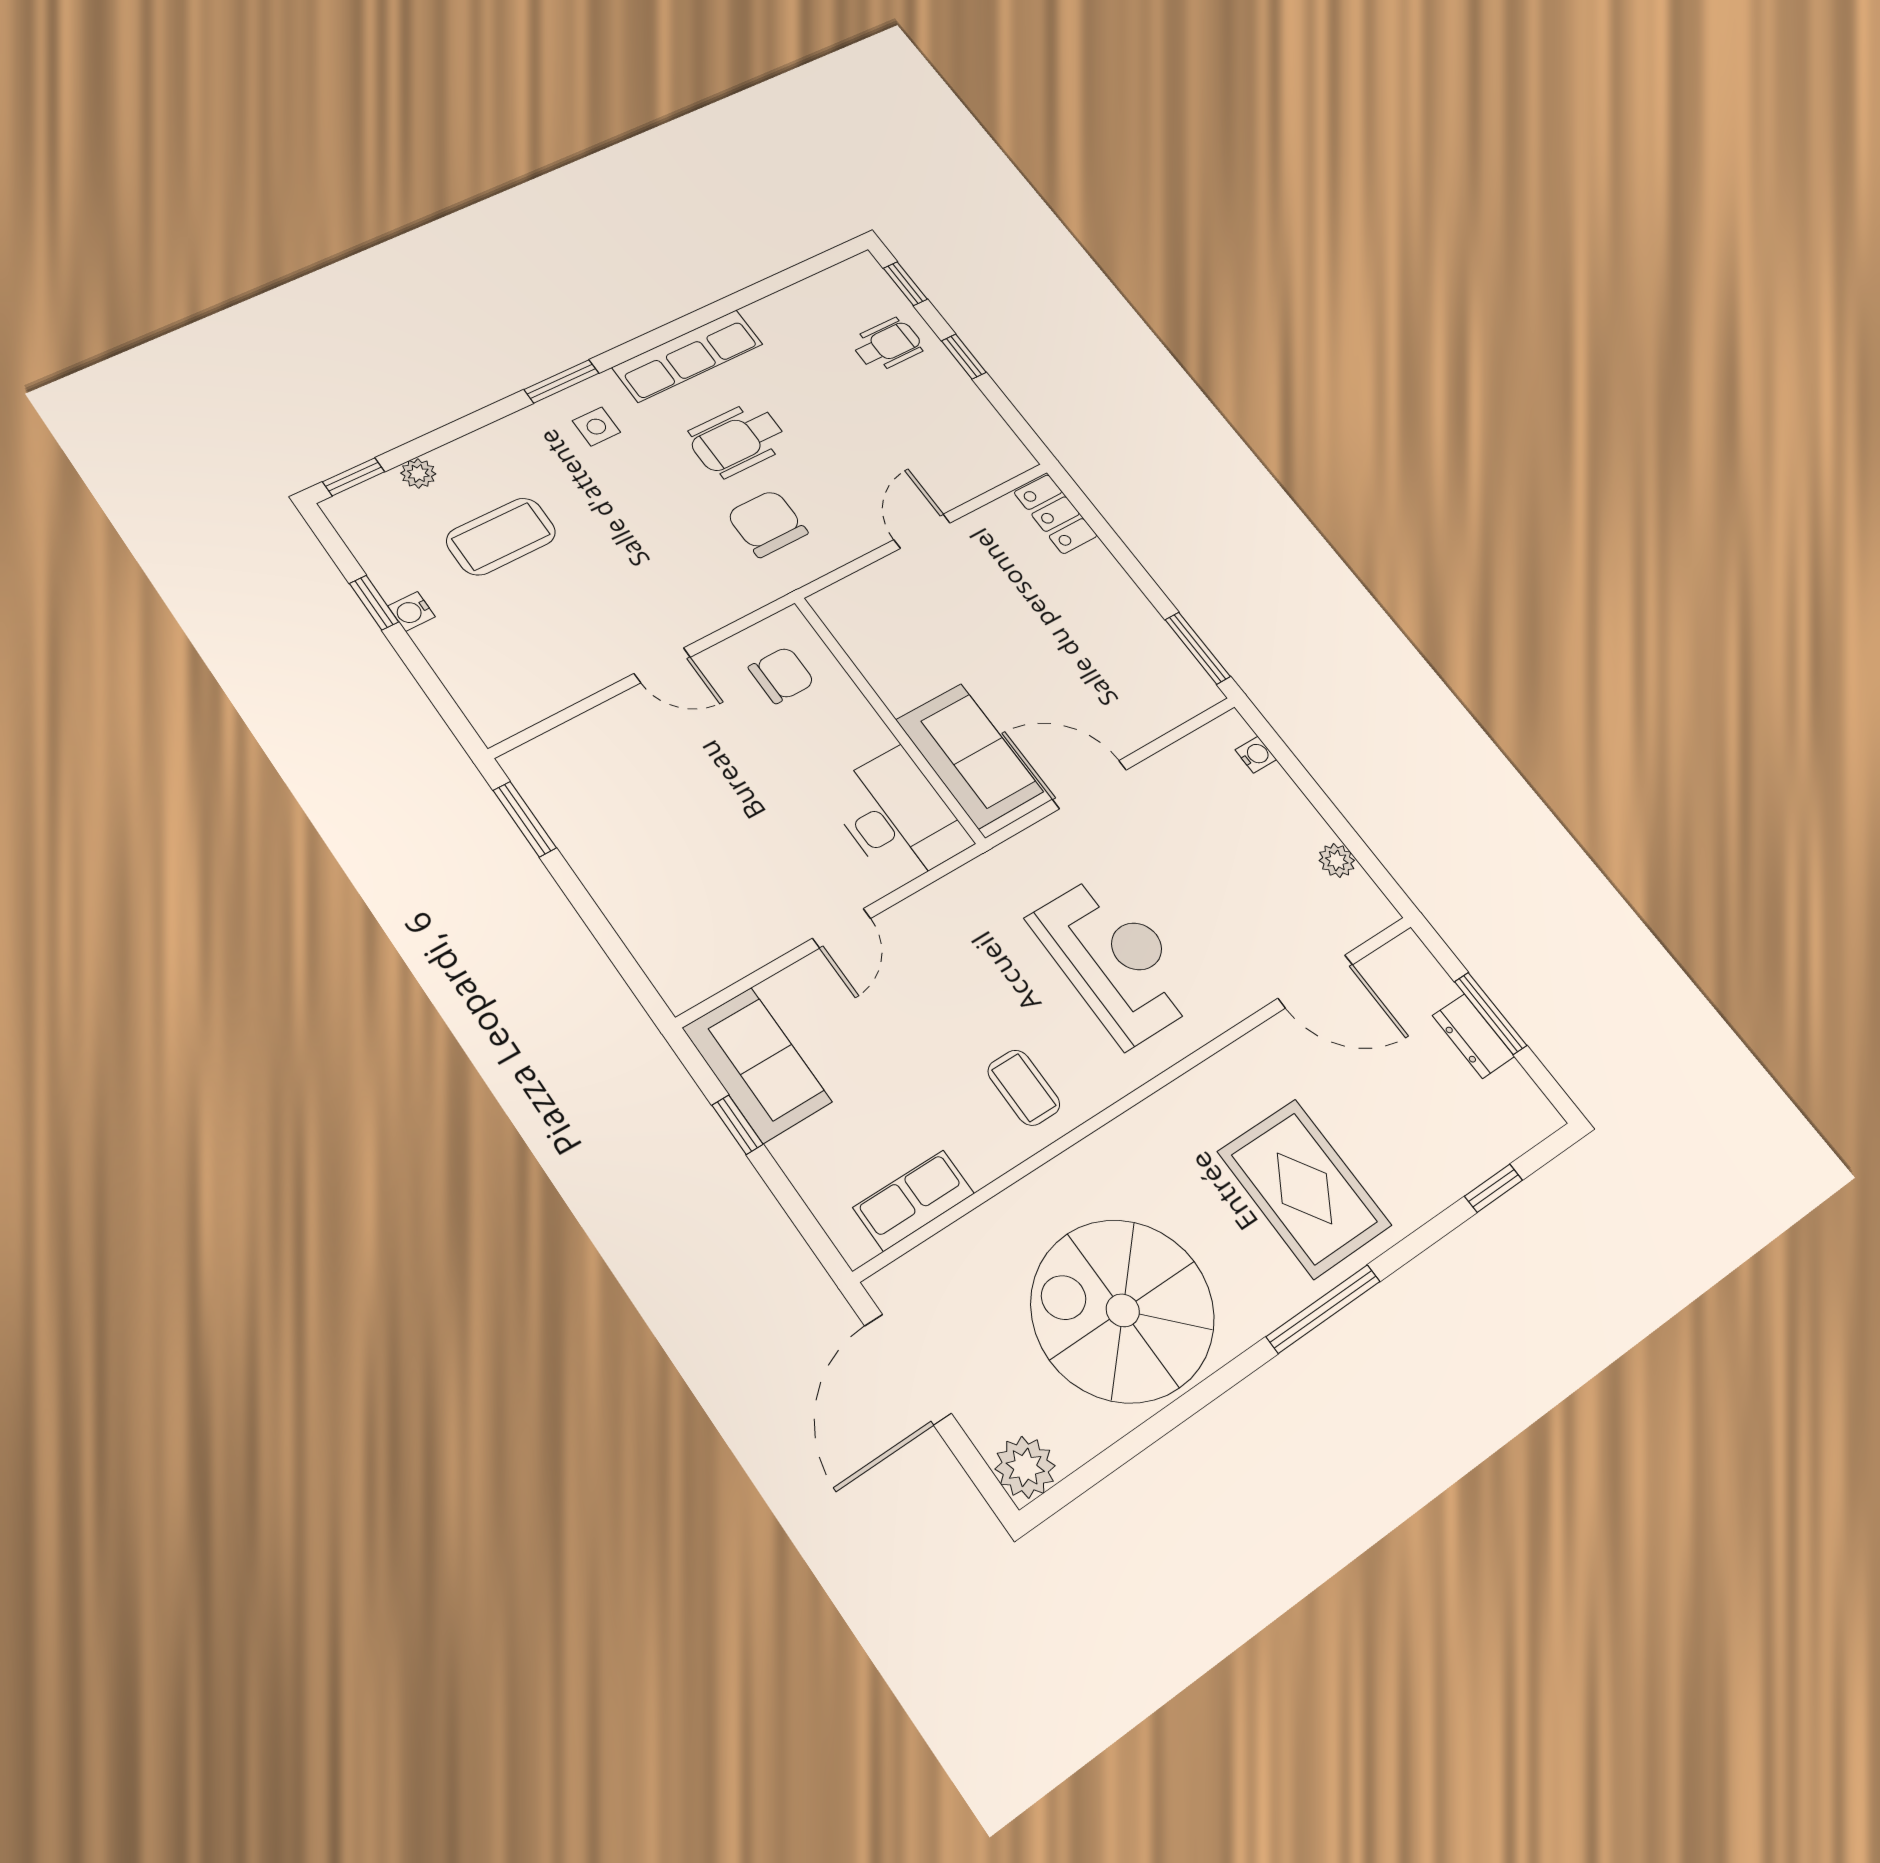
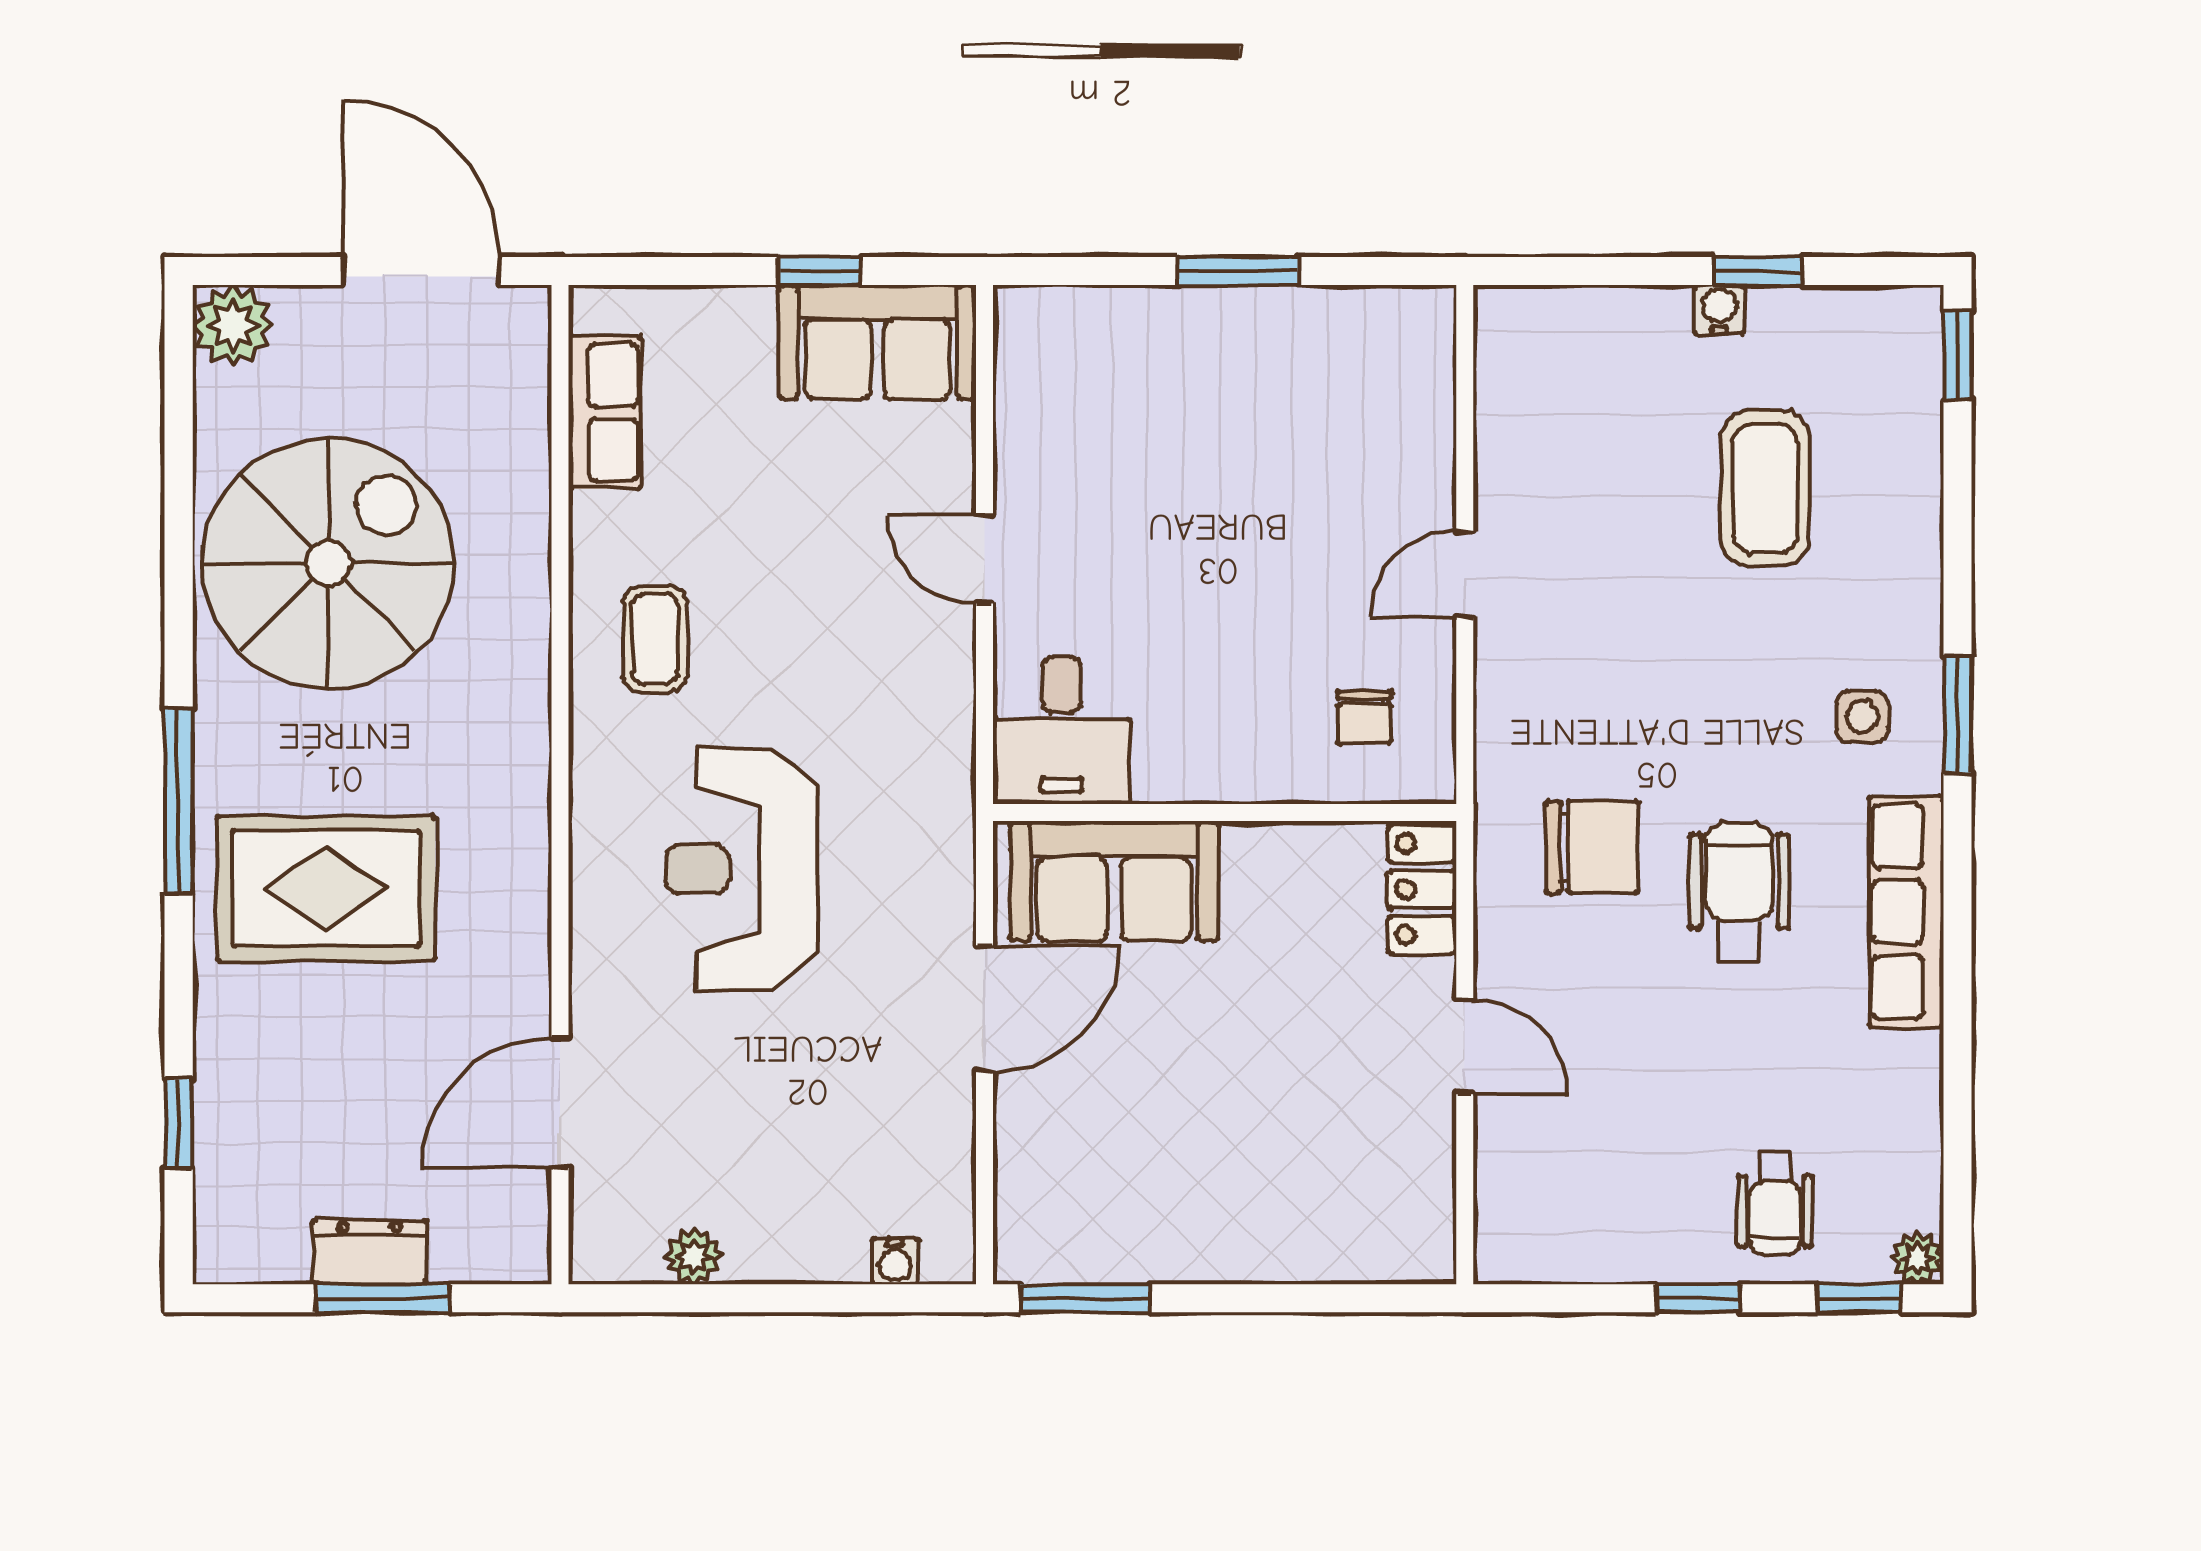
plant: (418, 473) -> (1918, 1258), moved
locker: (1055, 514) -> (1422, 889), moved, turned -90
chair: (782, 675) -> (1364, 717), width x0.73, depth x0.73
desk: (897, 817) -> (1061, 730), width x0.73
window: (525, 819) -> (1238, 271), moved
reception desk: (1115, 960) -> (741, 869), turned 90
coffee table: (1024, 1088) -> (655, 639), turned 90

